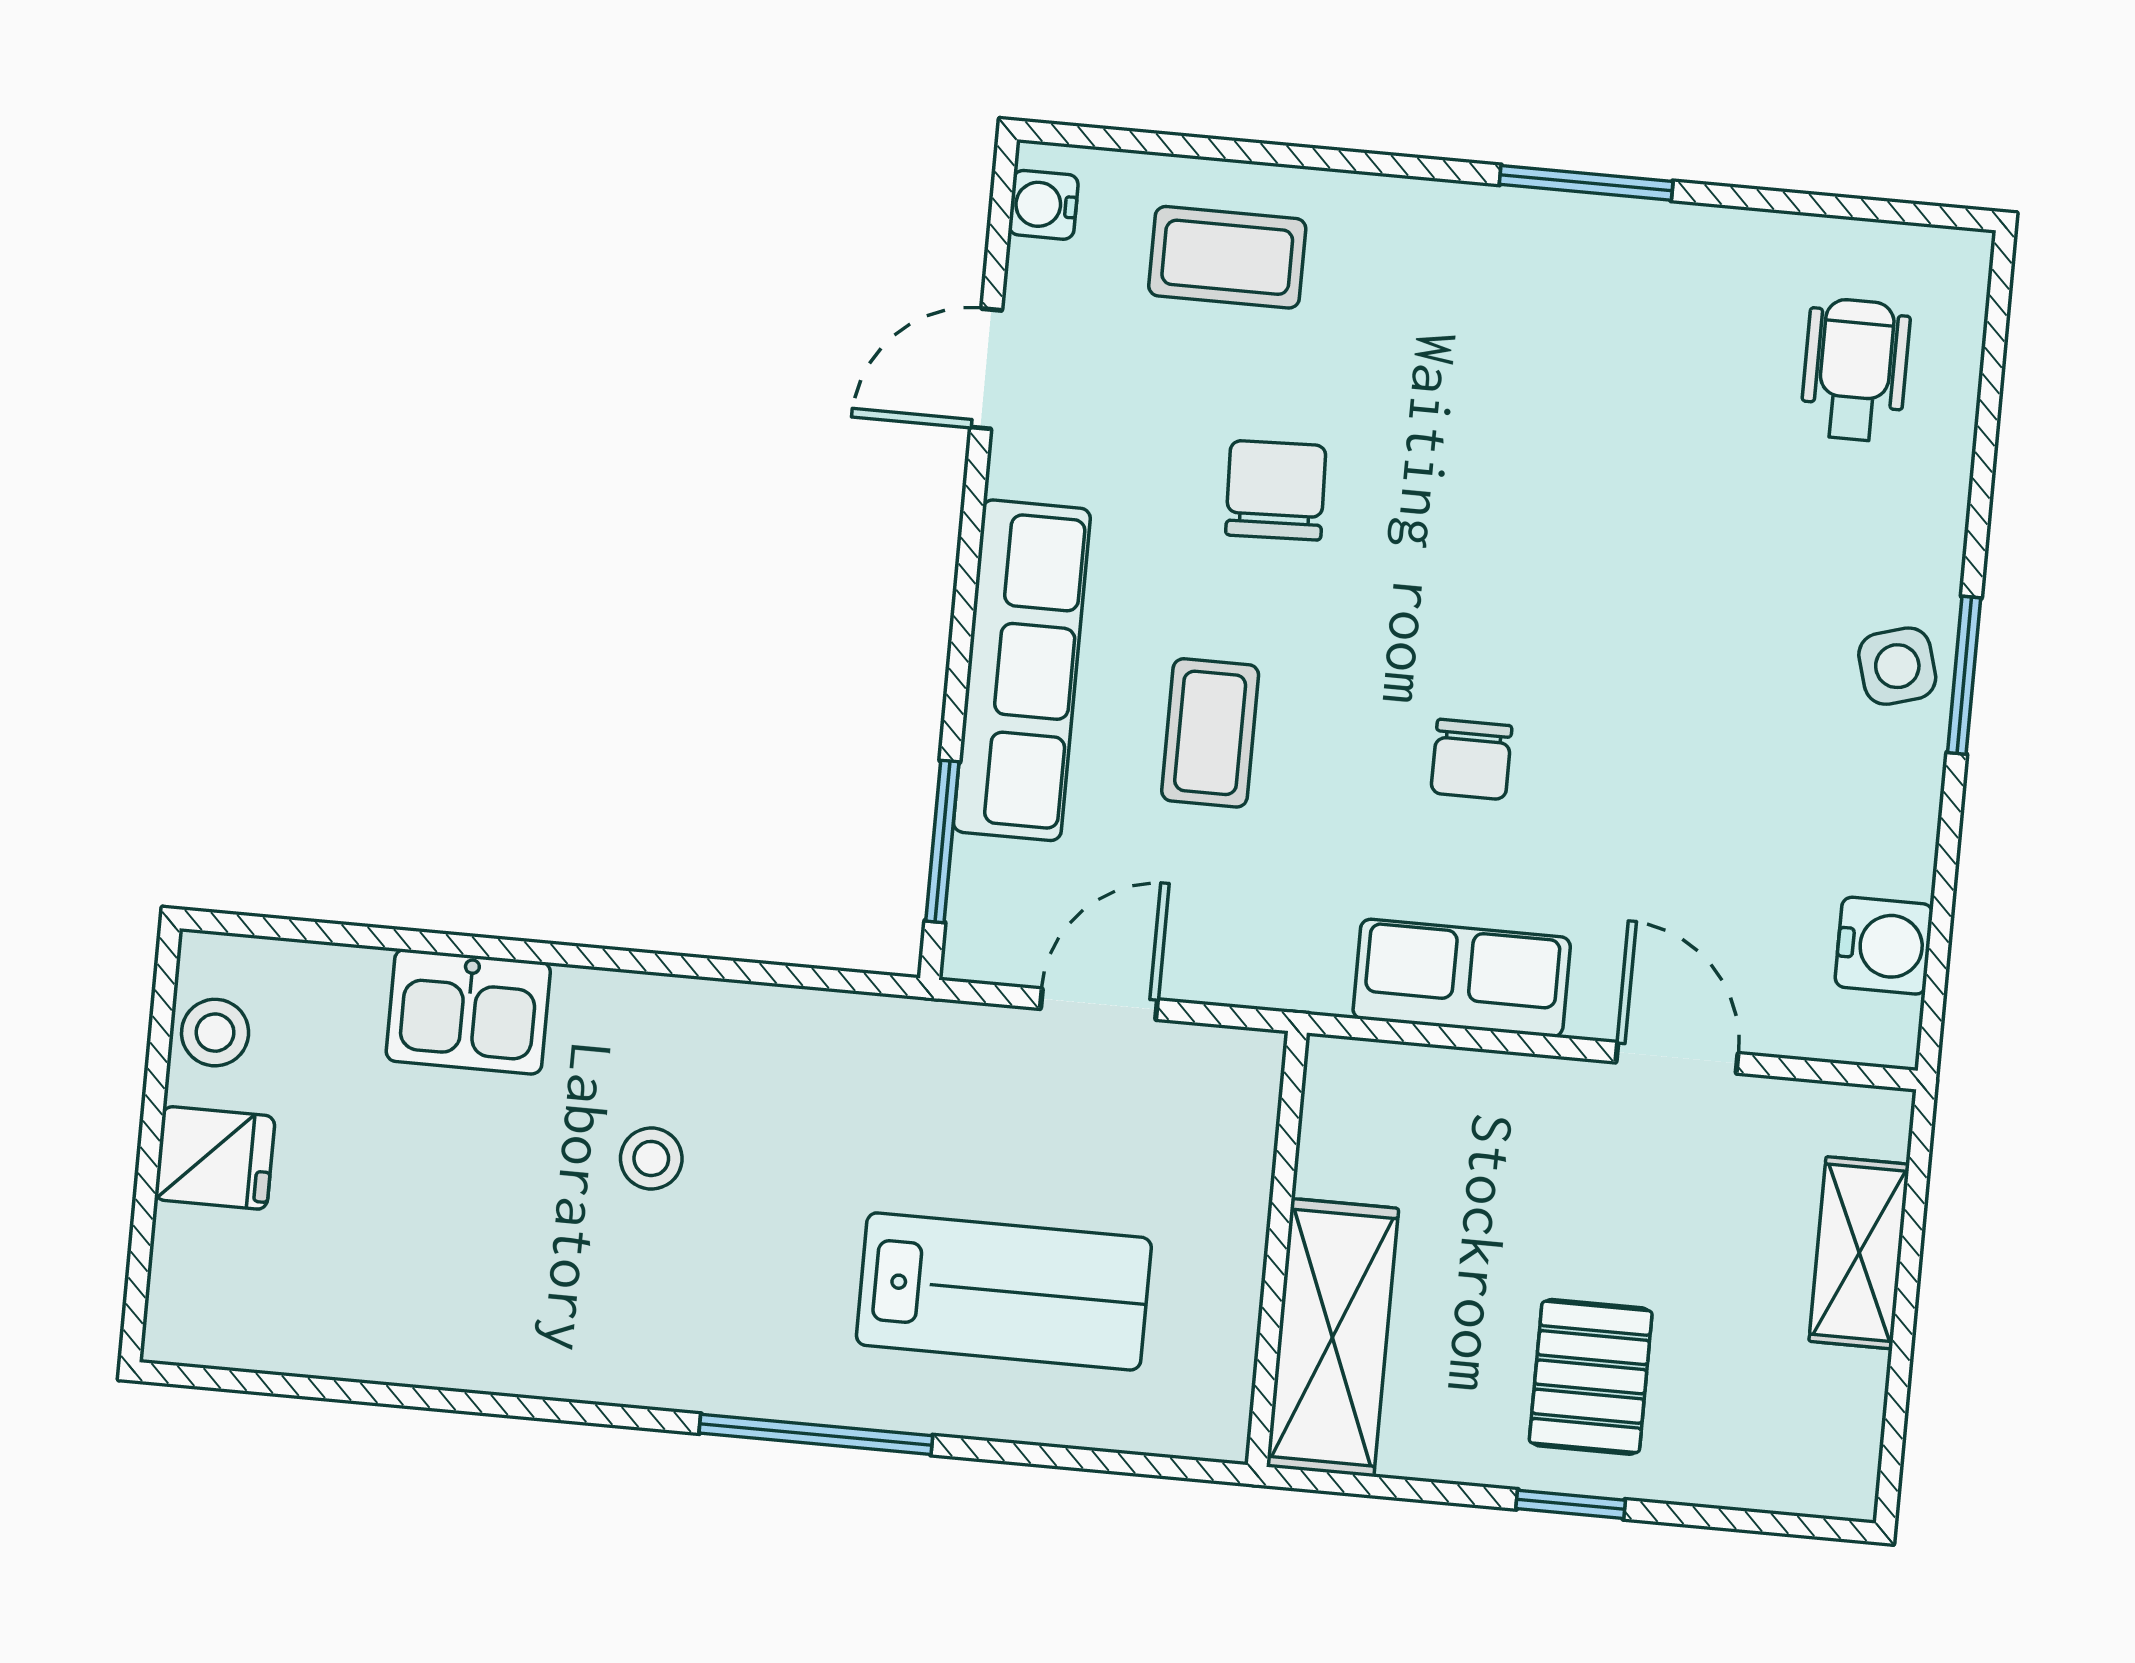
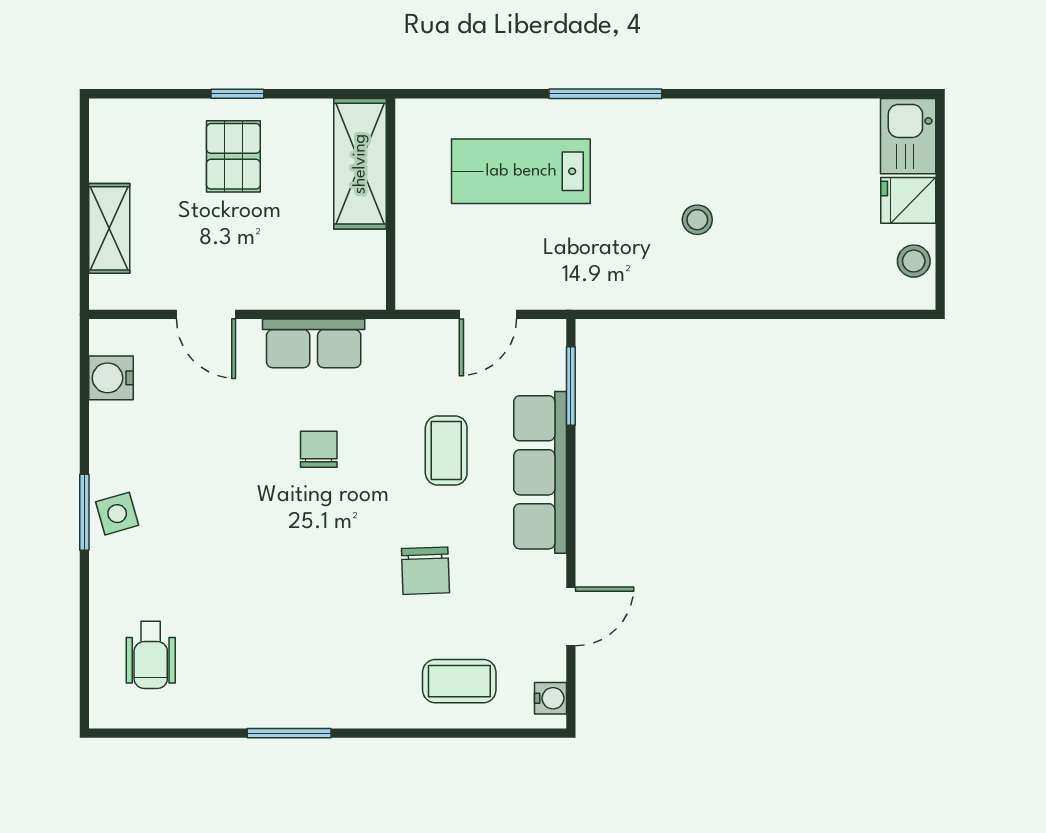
kitchen sink: (468, 1012) -> (908, 136), moved, turned -90

